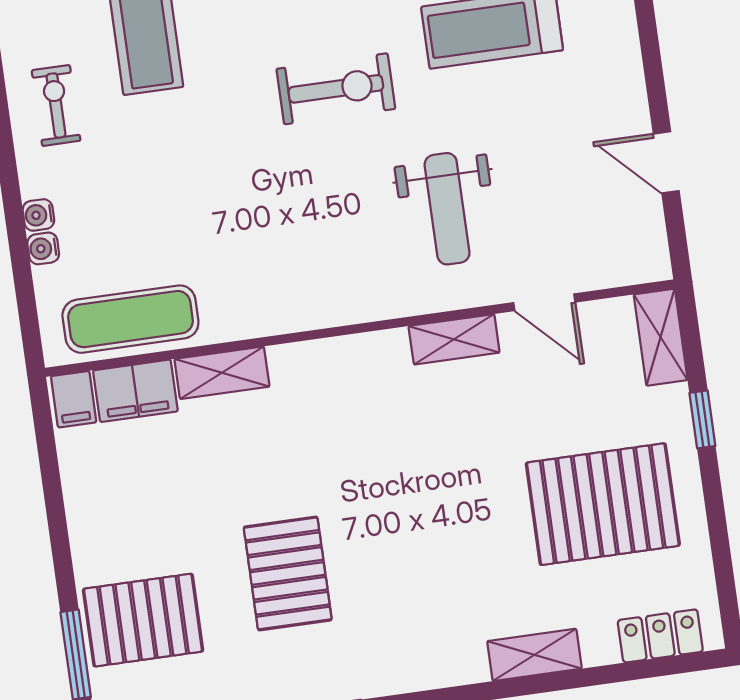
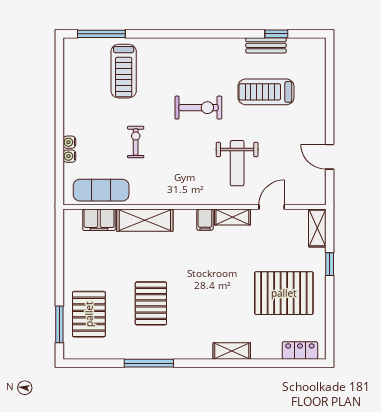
exercise bike: (56, 105) -> (136, 142), moved
door: (544, 302) -> (272, 207), swing flipped
shelving: (222, 373) -> (145, 220), width x1.50, depth x1.33
filing cabinet: (74, 399) -> (205, 220), moved
pallet: (143, 620) -> (89, 314), turned 90
shelving: (534, 655) -> (232, 351), moved

